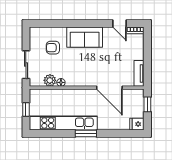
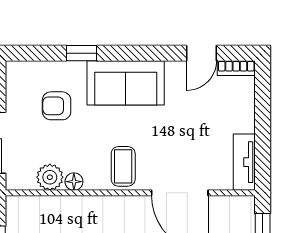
window: (64, 23) -> (81, 53), added
door: (119, 23) -> (201, 53), hinge flipped
coffee table: (83, 75) -> (123, 166), added

